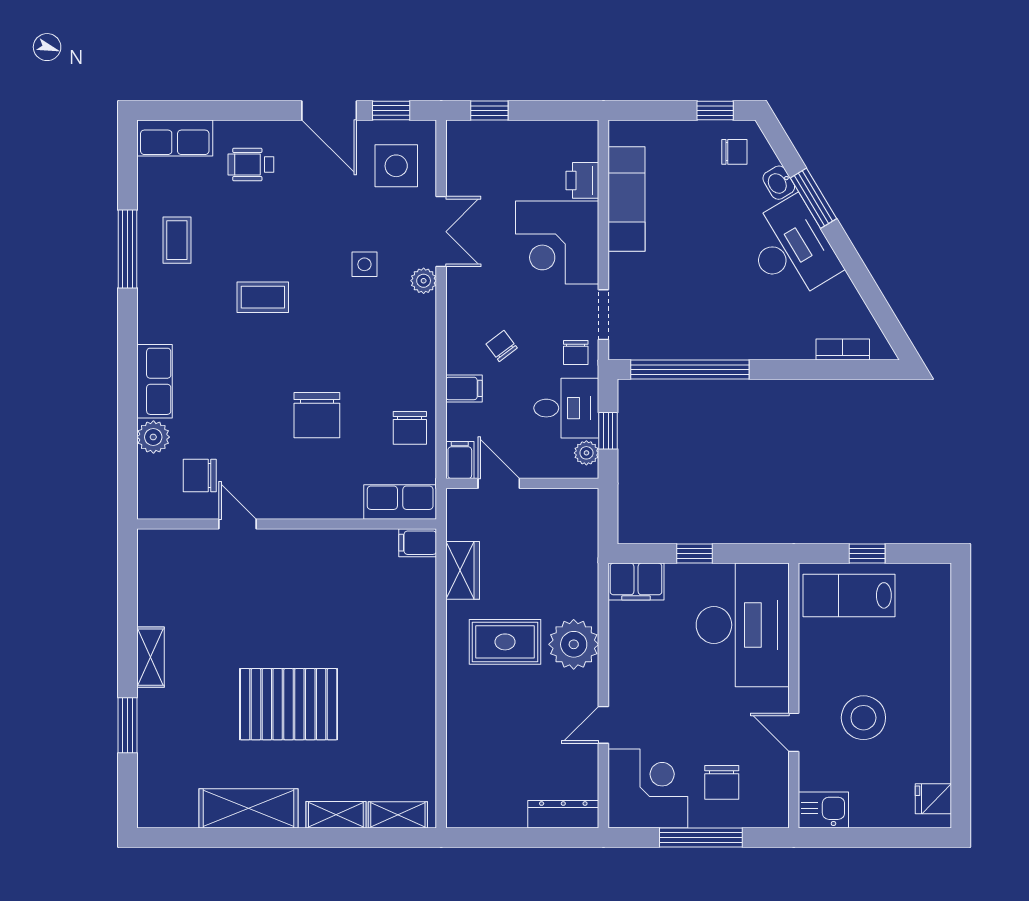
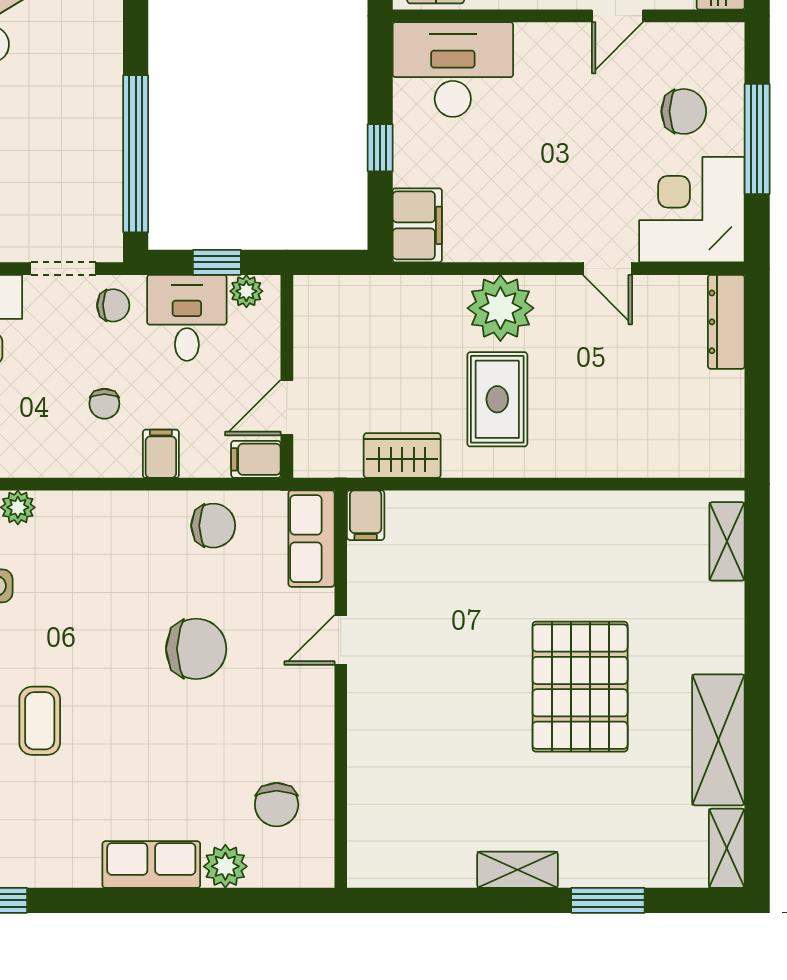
chair: (502, 346) -> (104, 404), turned -53
door: (238, 524) -> (341, 640), moved
desk: (743, 625) -> (453, 70), width x0.73, depth x0.77
shelving: (336, 815) -> (727, 848), moved

